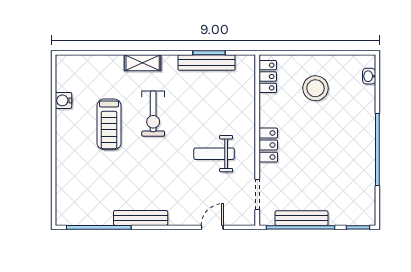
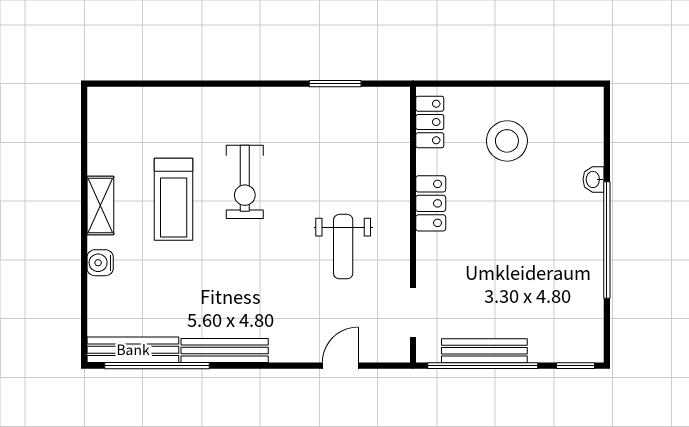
shelving: (143, 63) -> (100, 205), moved, turned 90
bench: (207, 63) -> (133, 350), moved
washbasin: (369, 76) -> (593, 179), moved
water cooler: (64, 100) -> (100, 263), moved
locker: (268, 145) -> (431, 203), moved
weight bench: (214, 154) -> (343, 247), turned -90

